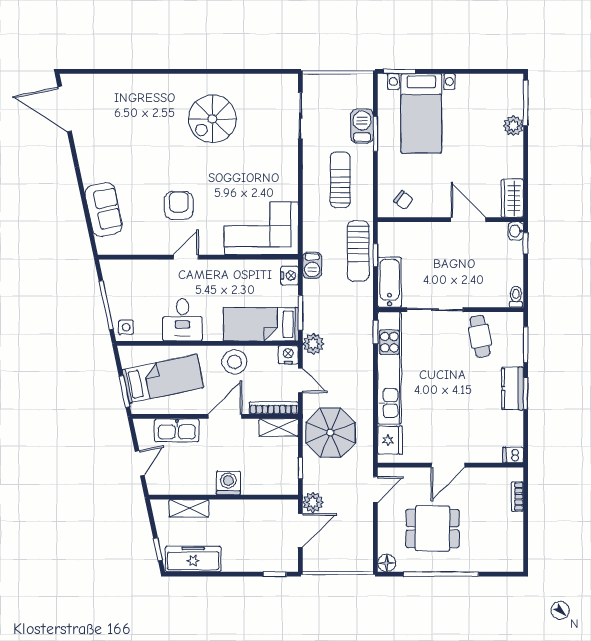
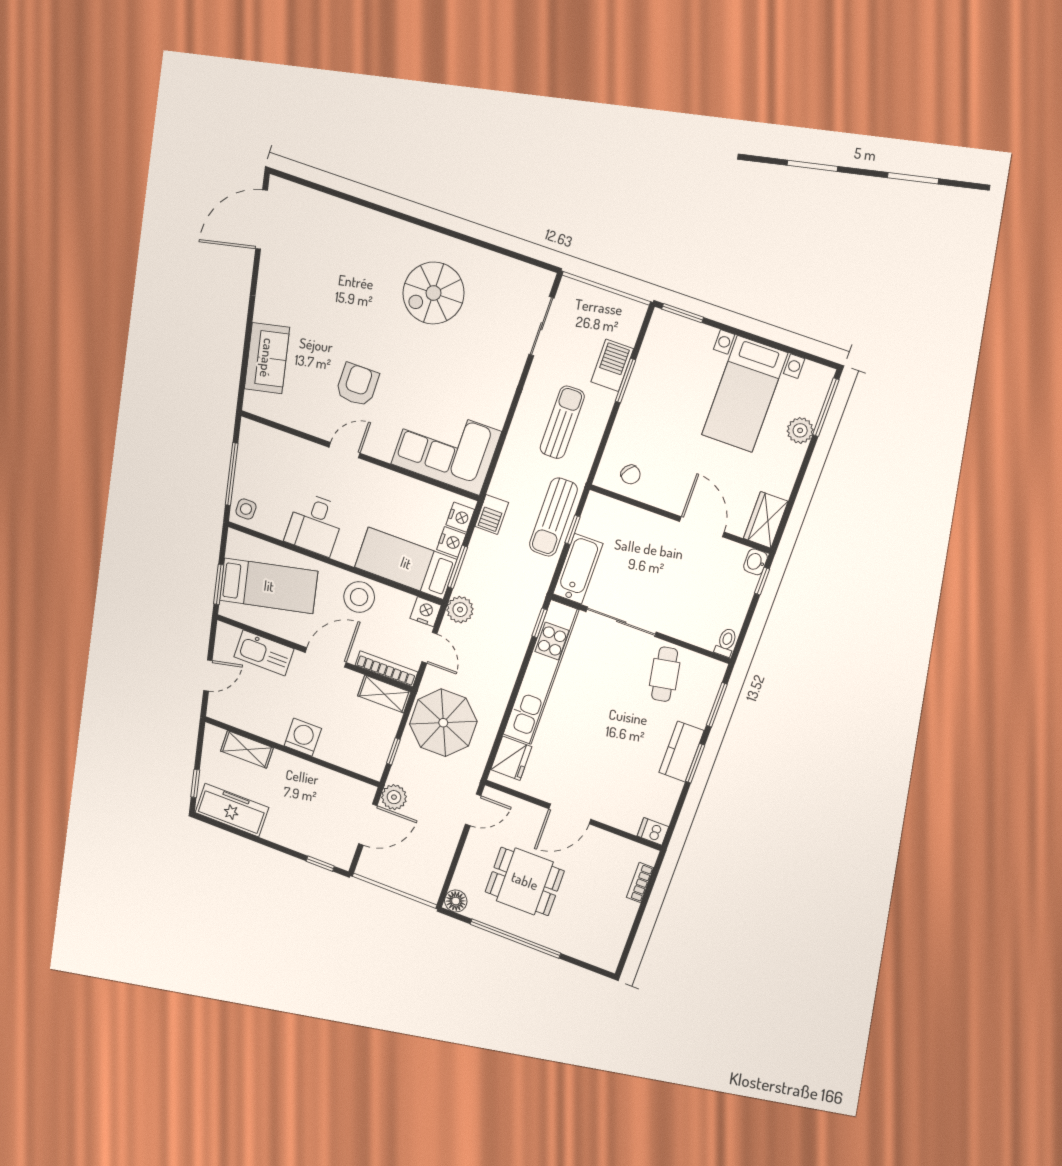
door: (65, 109) -> (262, 220), hinge flipped
bed with nightstands: (421, 113) -> (745, 394), moved
nightstand: (289, 296) -> (451, 542), added

